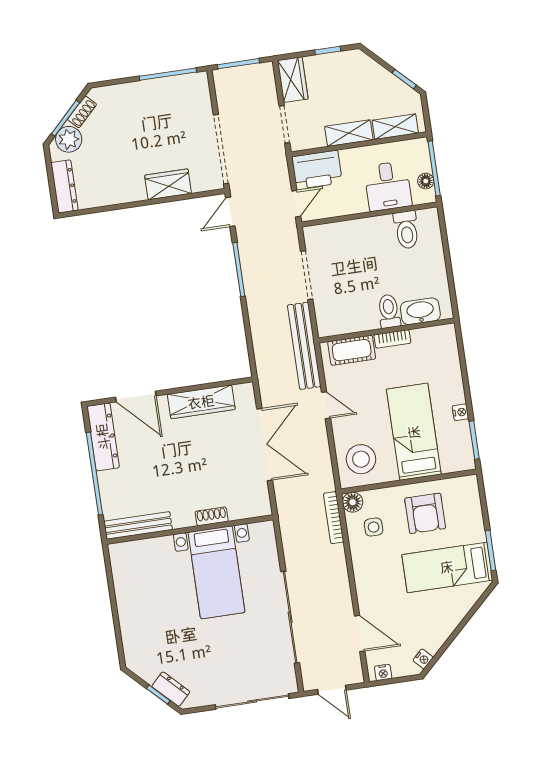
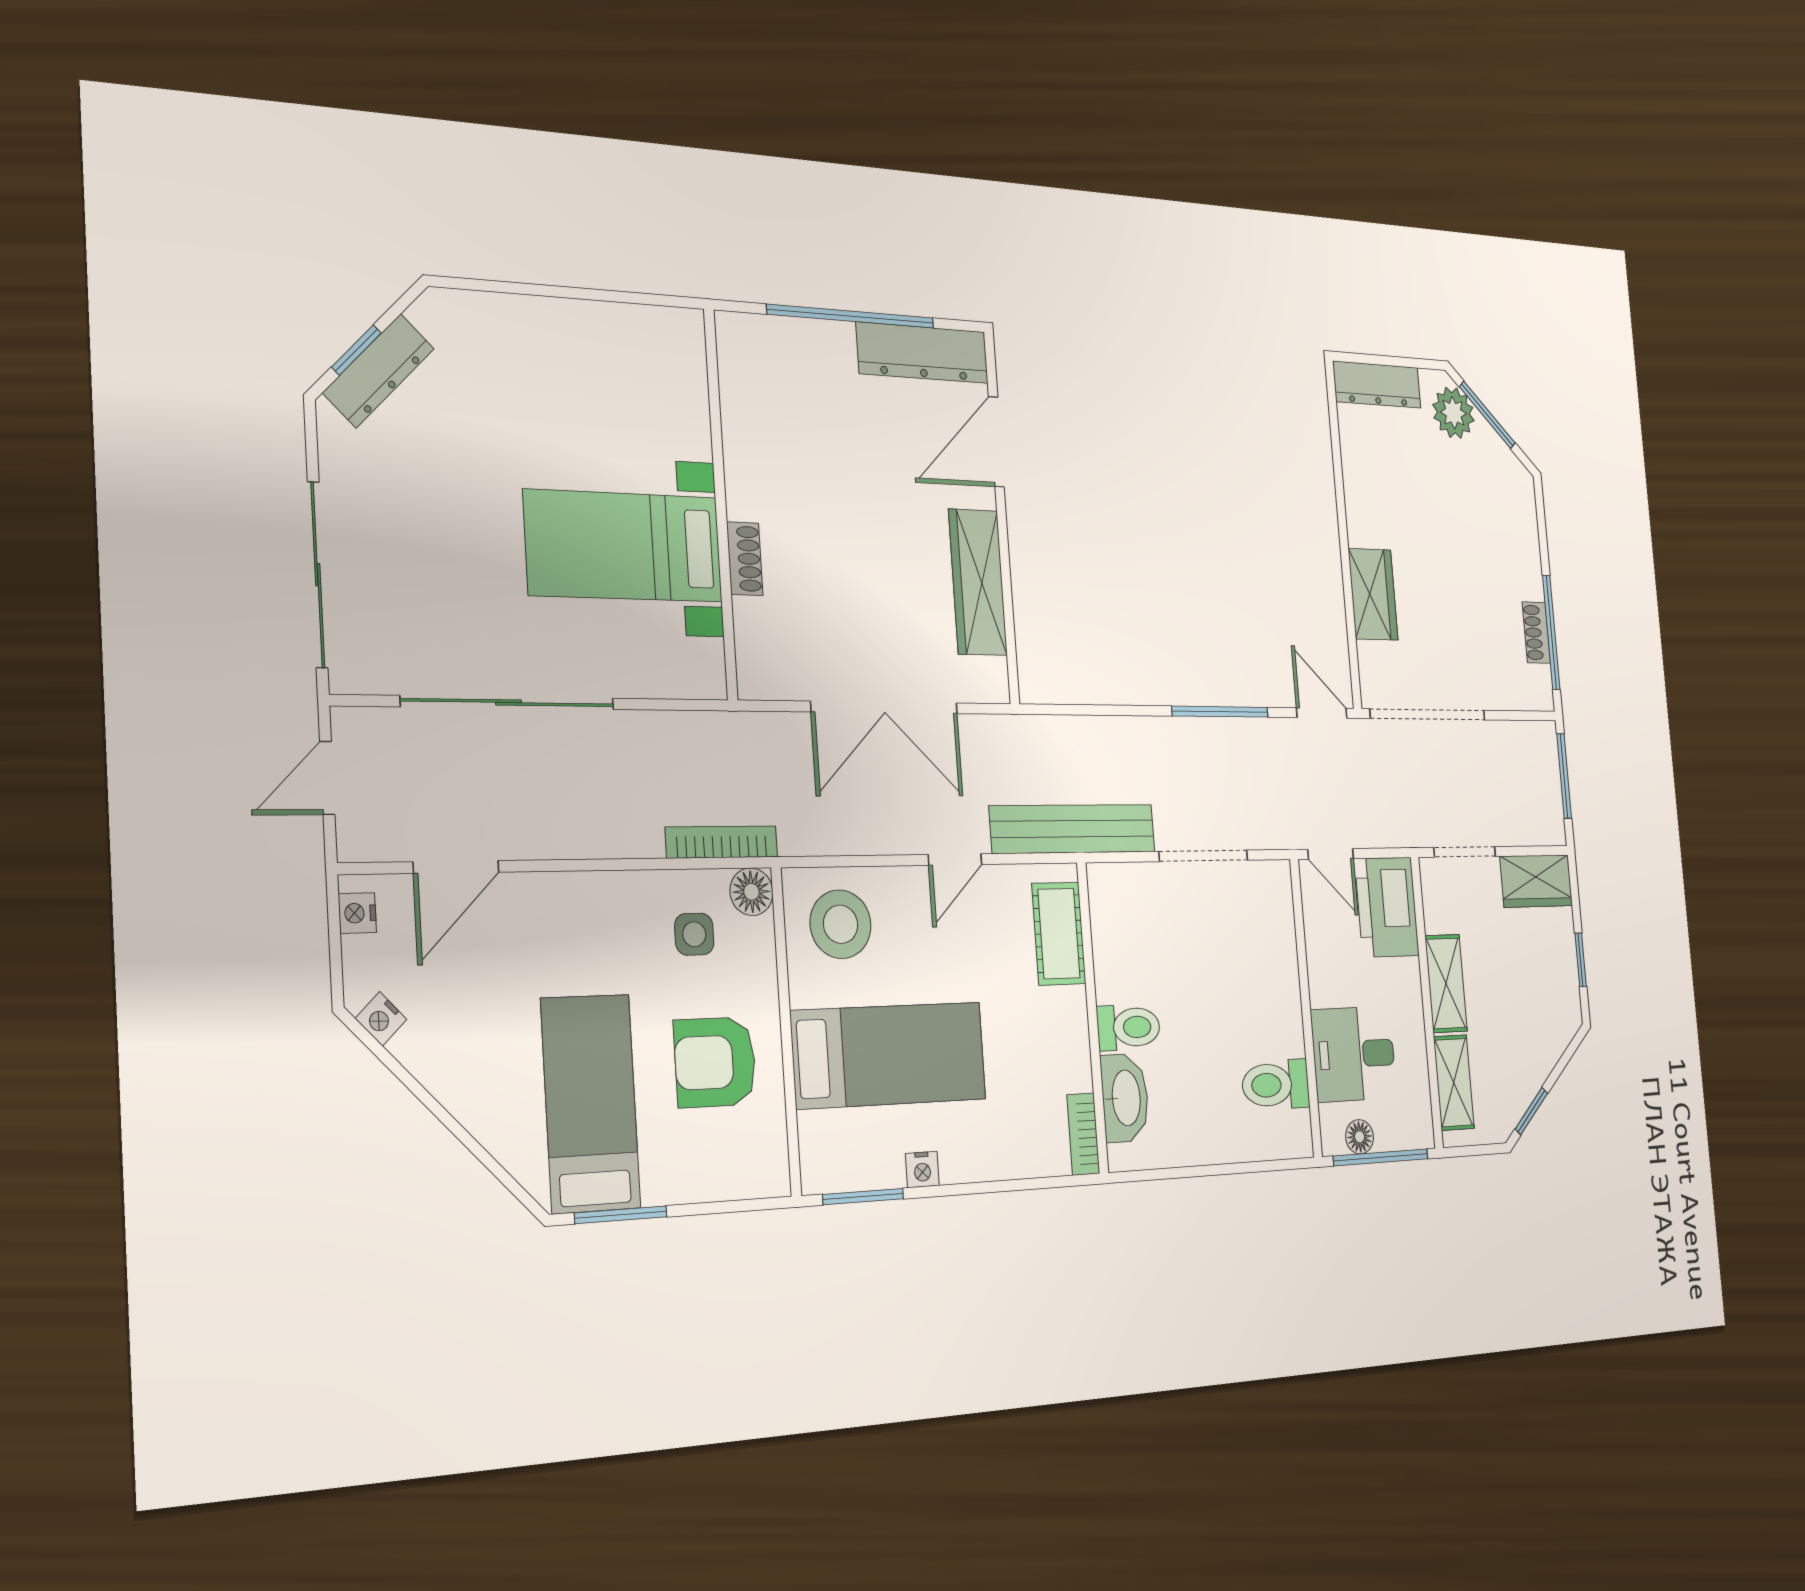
shoe rack: (82, 112) -> (1536, 633), moved, turned 45
bookcase: (392, 339) -> (1083, 1134), moved
bench: (138, 525) -> (738, 388), removed
dresser: (171, 689) -> (379, 371), width x1.44

